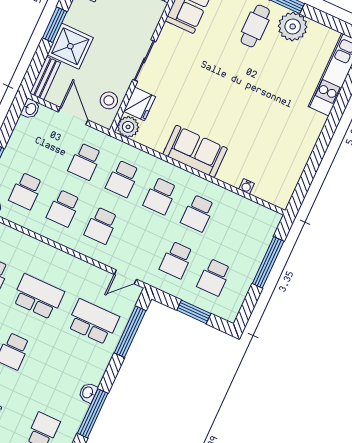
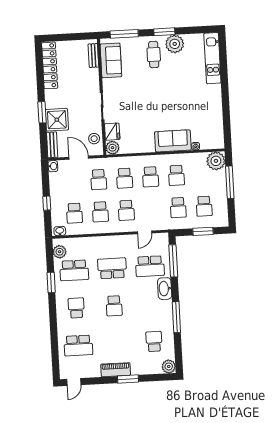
sofa: (195, 151) -> (173, 141), moved
plant: (264, 222) -> (216, 161), added
door: (125, 277) -> (145, 232), moved
school desk: (93, 322) -> (150, 266), turned 180
washbasin: (88, 393) -> (165, 289), moved, width x1.91, depth x1.45

